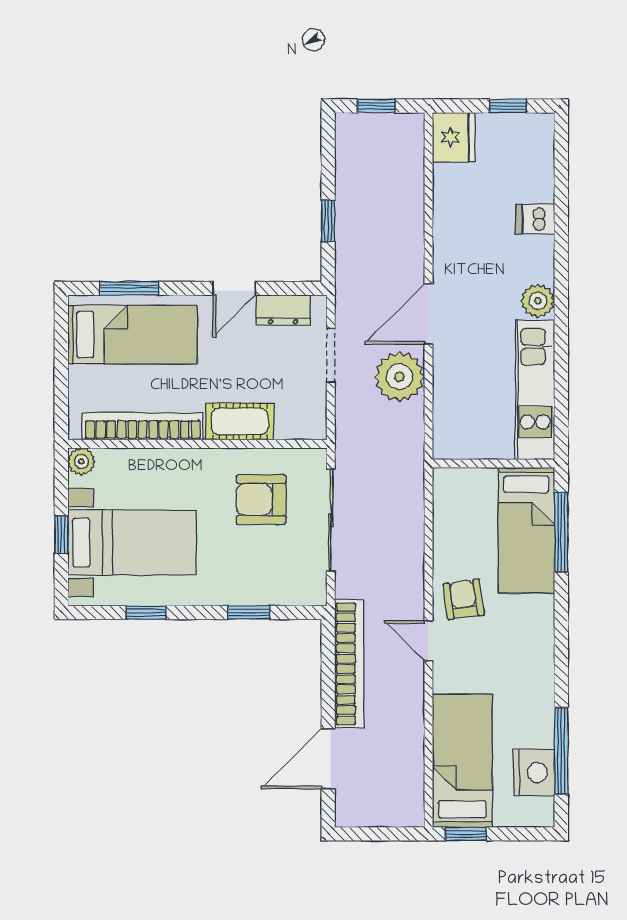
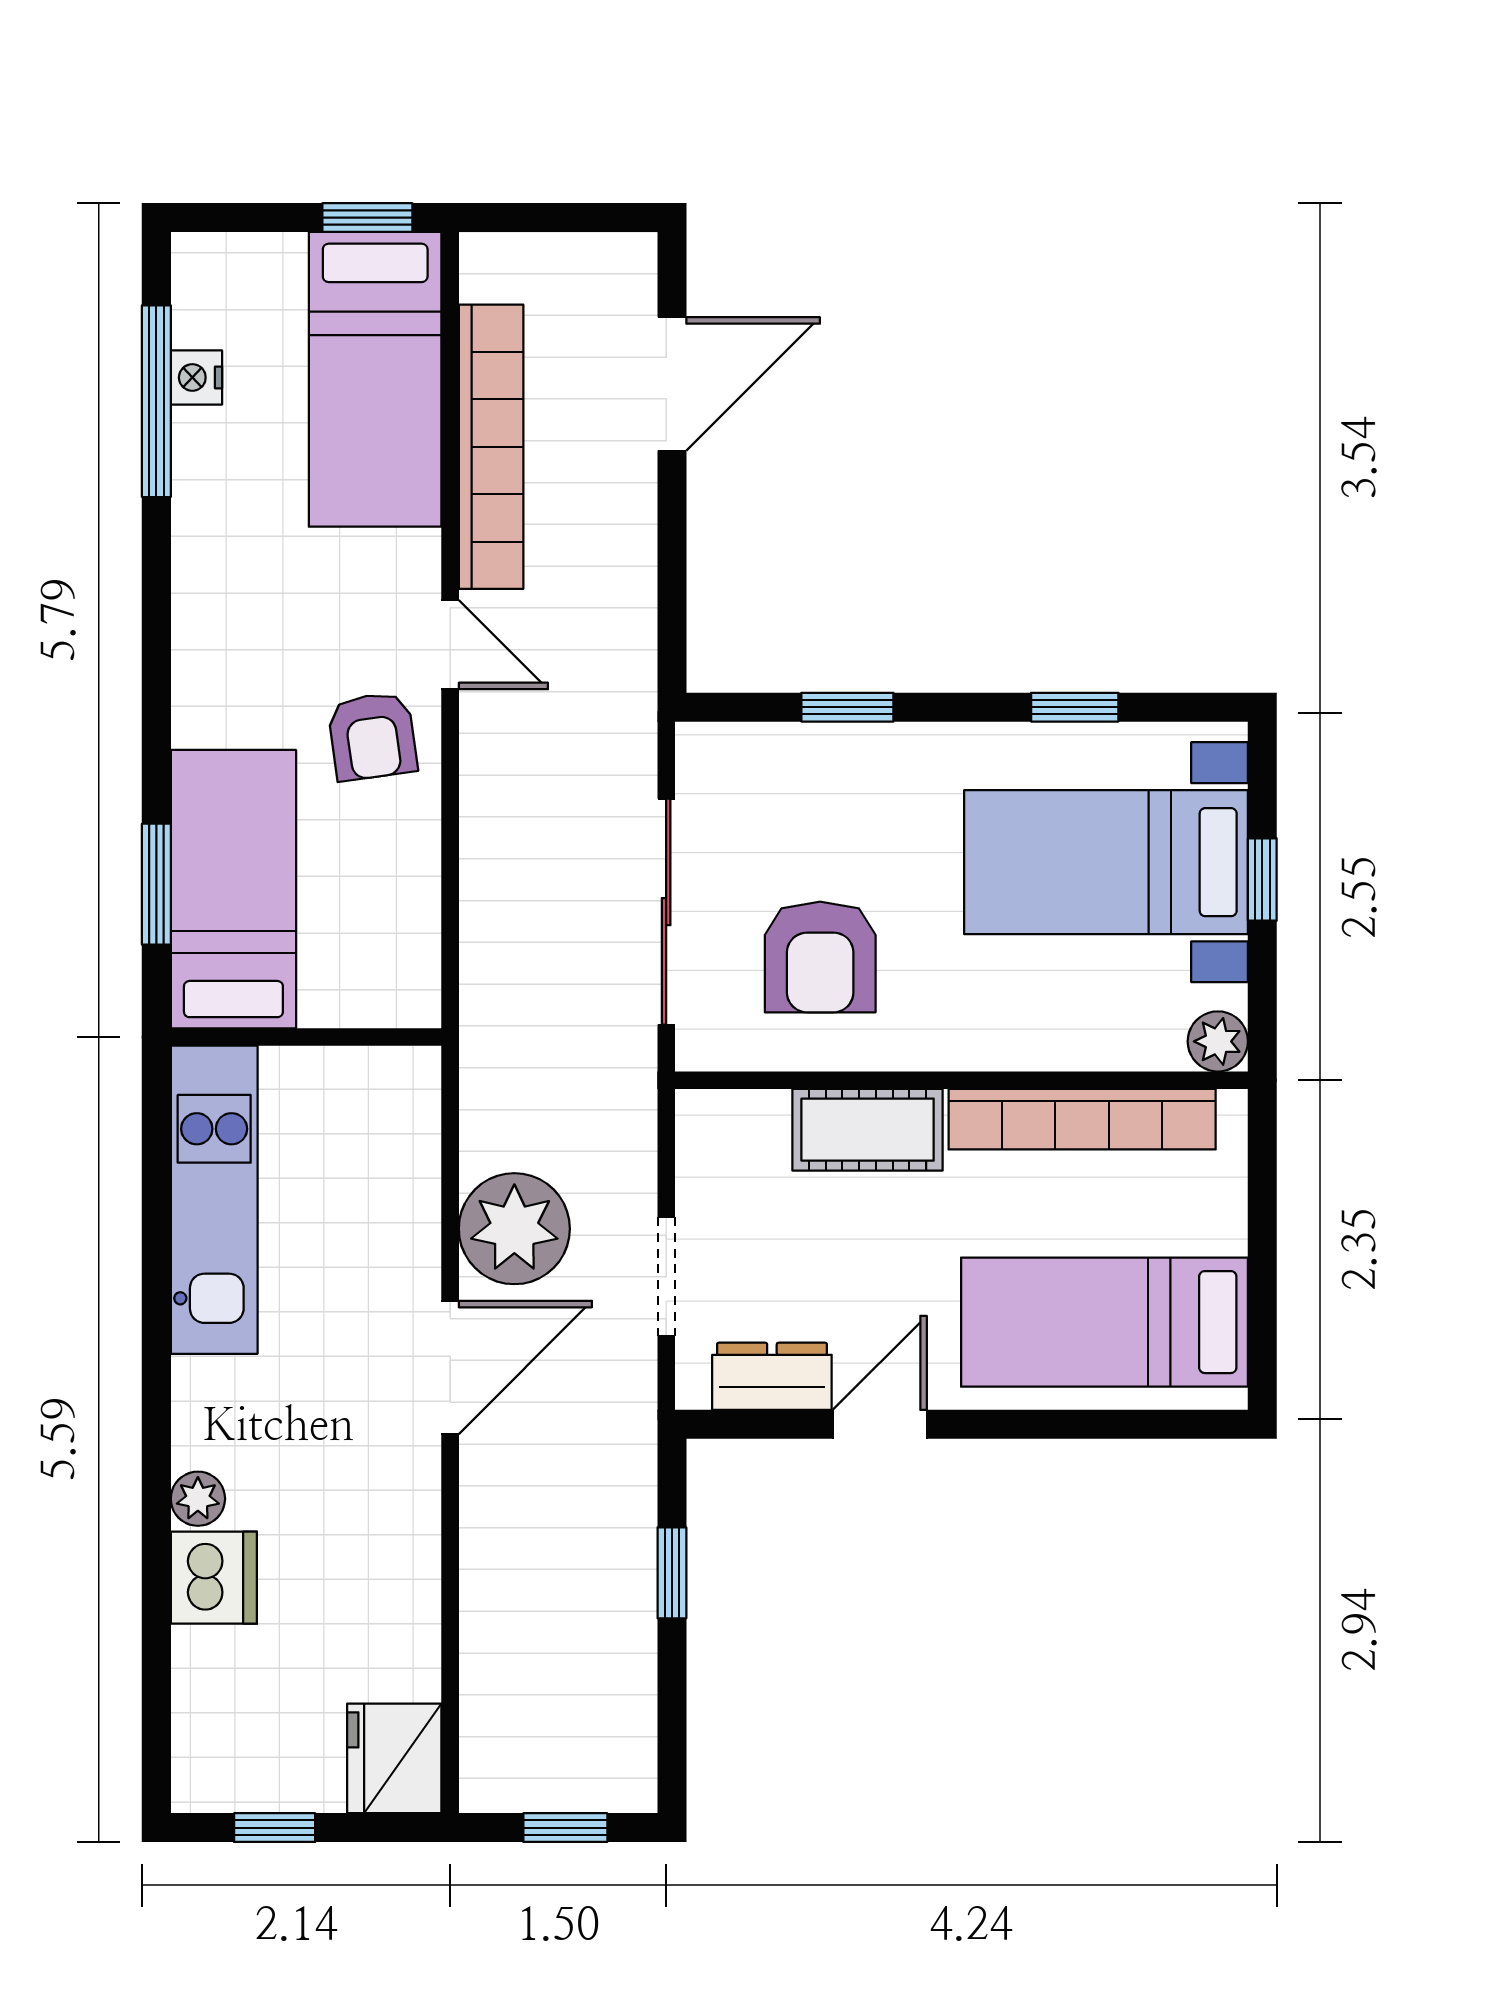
dishwasher: (535, 219) -> (214, 1578), width x1.38
window: (129, 288) -> (1112, 1424), removed
plant: (538, 301) -> (198, 1499), moved, width x0.73, depth x0.73
armchair: (261, 500) -> (820, 957), turned 90
window: (561, 532) -> (156, 884), width x0.69
bookcase: (349, 664) -> (491, 447), moved, turned 180
nightstand: (534, 772) -> (196, 377), width x0.53, depth x0.56

